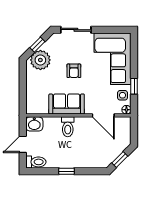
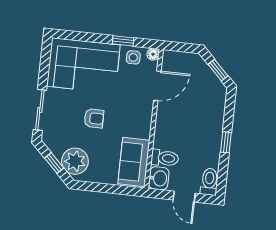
sofa: (67, 104) -> (134, 162), moved
toilet: (68, 127) -> (165, 158), moved

